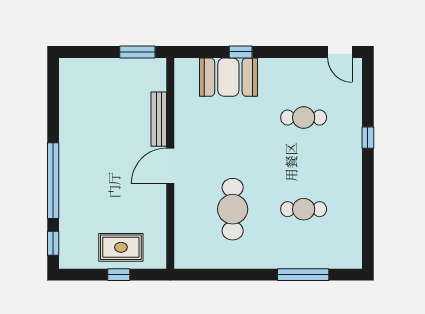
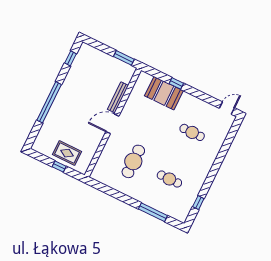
door: (340, 52) -> (227, 108), swing flipped
window: (368, 138) -> (198, 203), moved
window: (53, 243) -> (70, 58), moved

